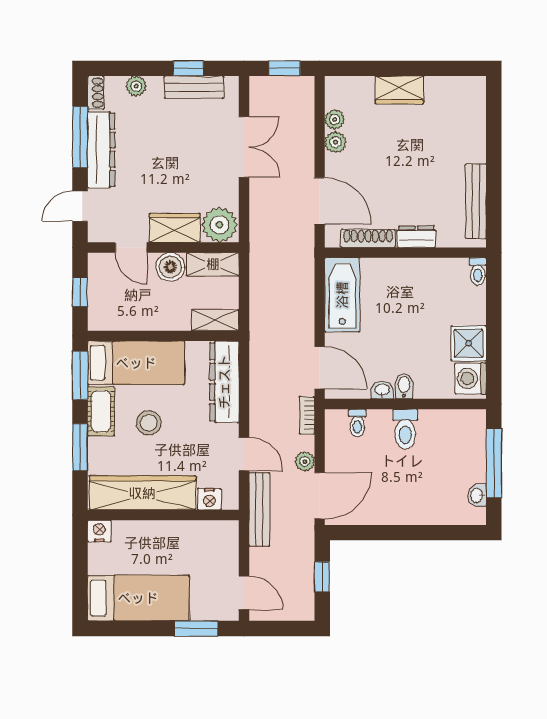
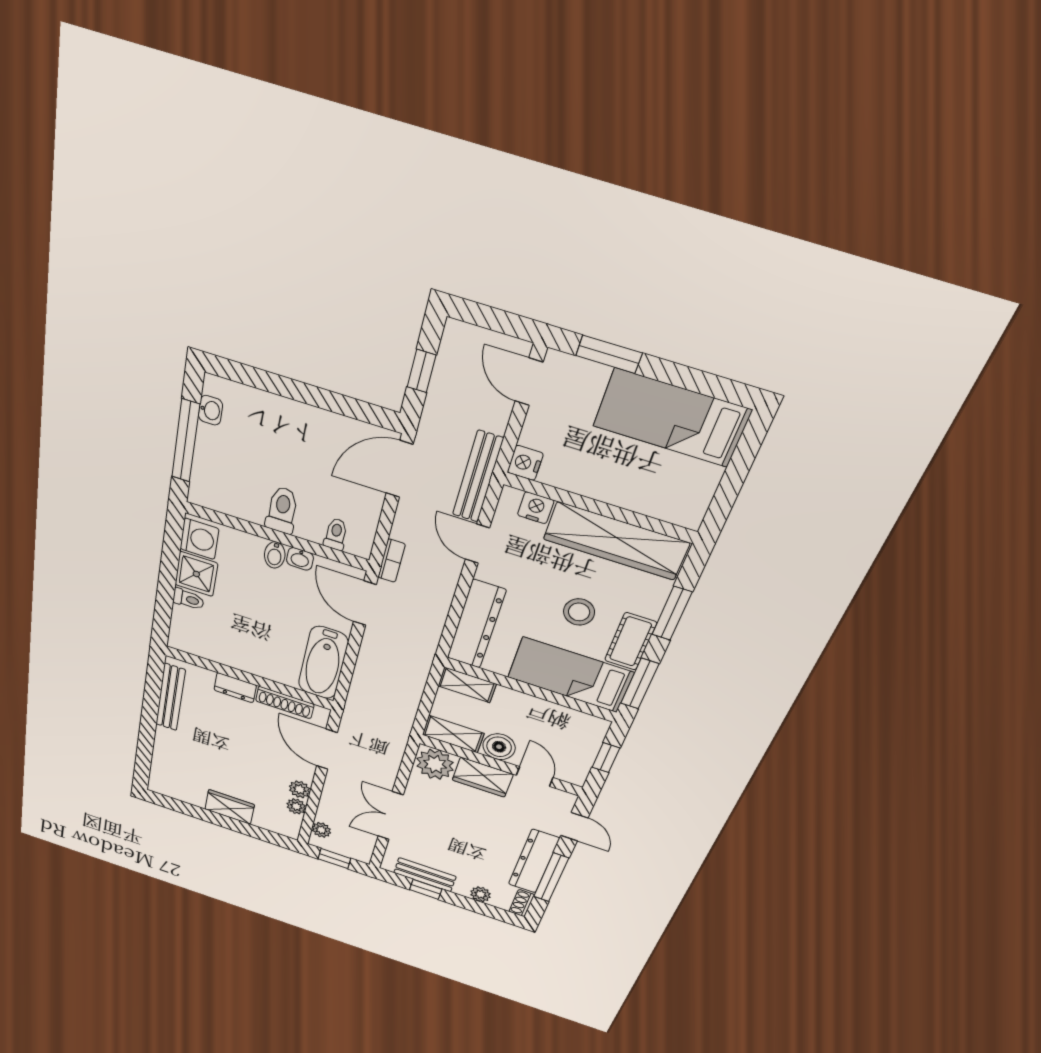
door: (80, 206) -> (574, 827), hinge flipped
toilet: (478, 271) -> (188, 599), moved, turned 90
plant: (305, 461) -> (321, 830), moved
nightstand: (99, 531) -> (525, 463), moved, turned 90

